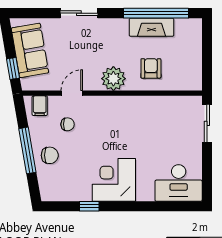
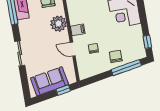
filing cabinet: (40, 106) -> (78, 30), moved
window: (27, 150) -> (126, 68), moved
window: (89, 206) -> (147, 42), moved

